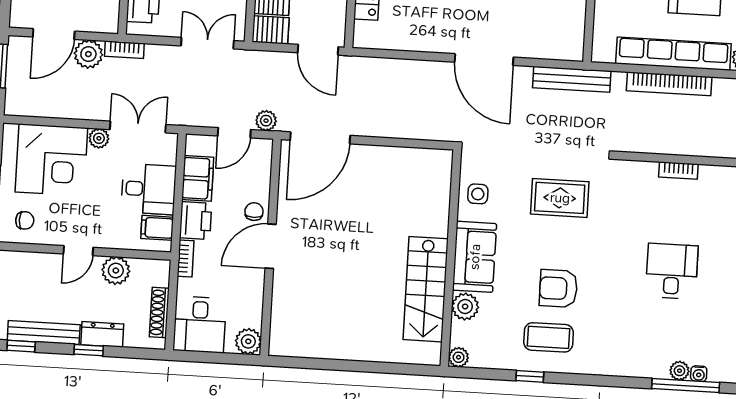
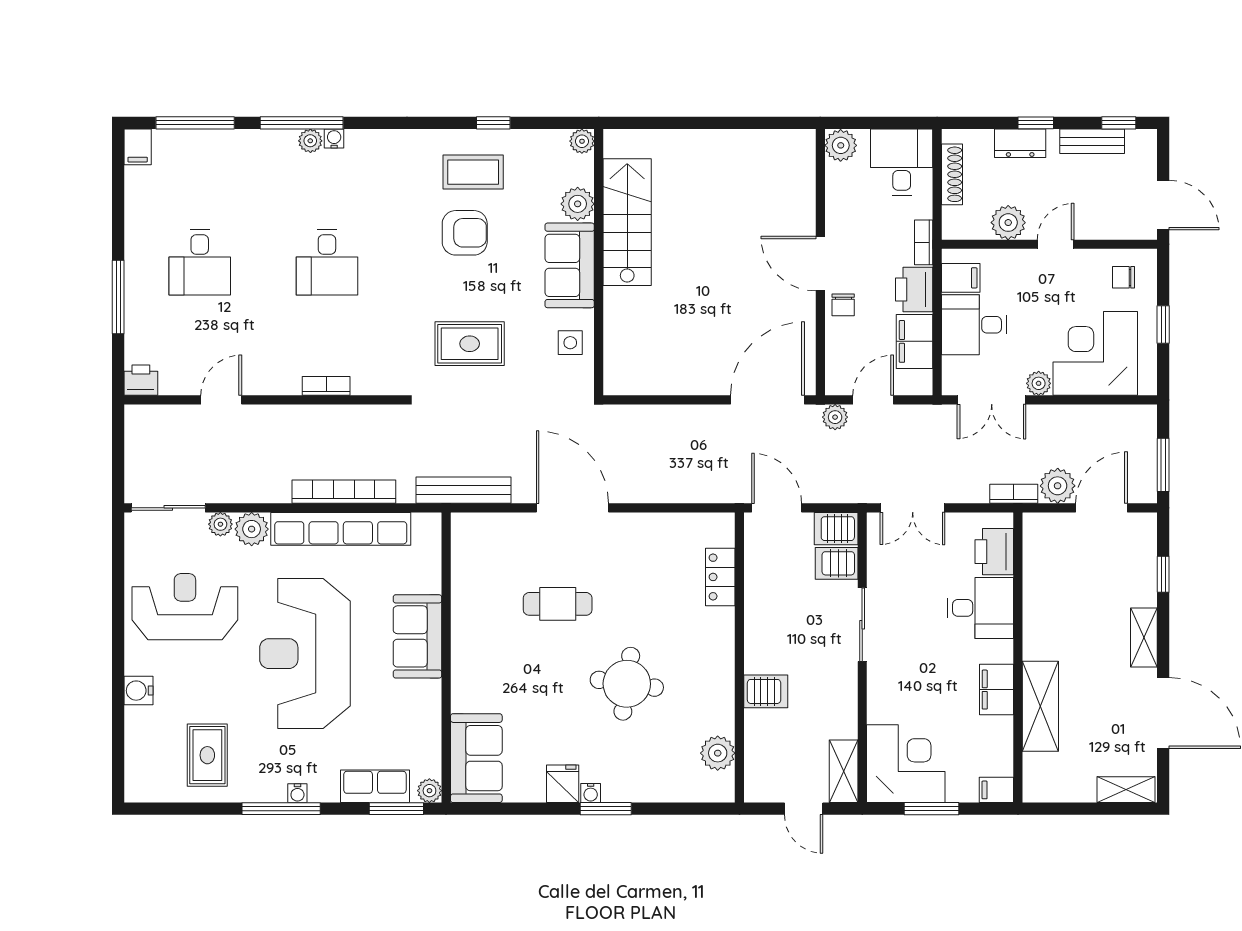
door: (271, 246) -> (820, 264), swing flipped
bench: (44, 333) -> (1092, 141), width x0.73
water cooler: (699, 374) -> (334, 139), moved

